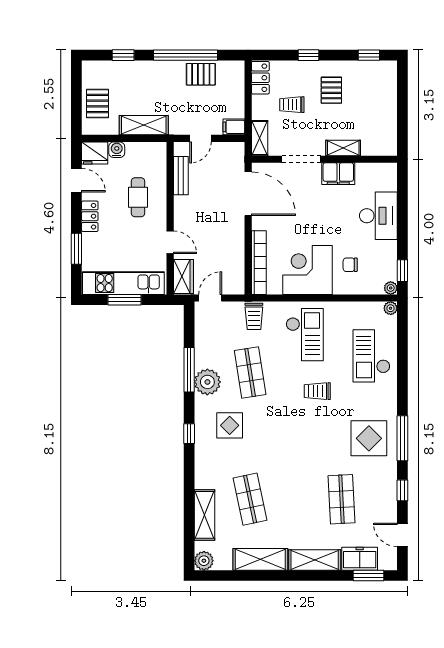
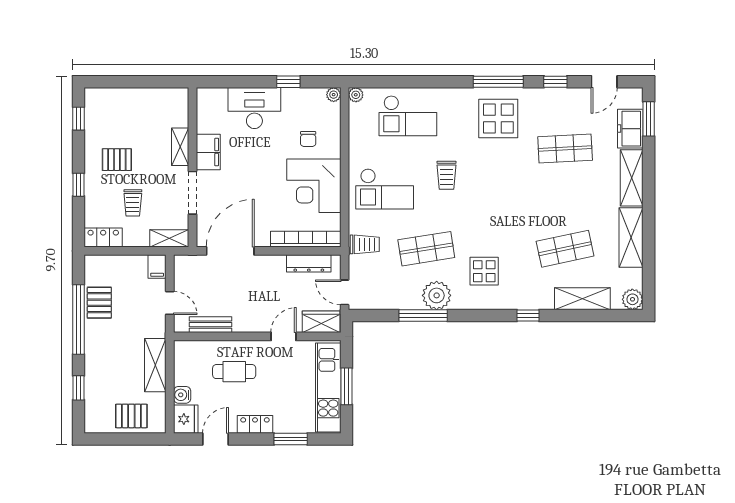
dresser: (237, 265) -> (309, 263), added
window: (402, 271) -> (288, 82), moved
checkout: (305, 335) -> (385, 189), turned 180
window: (189, 434) -> (528, 315), moved

